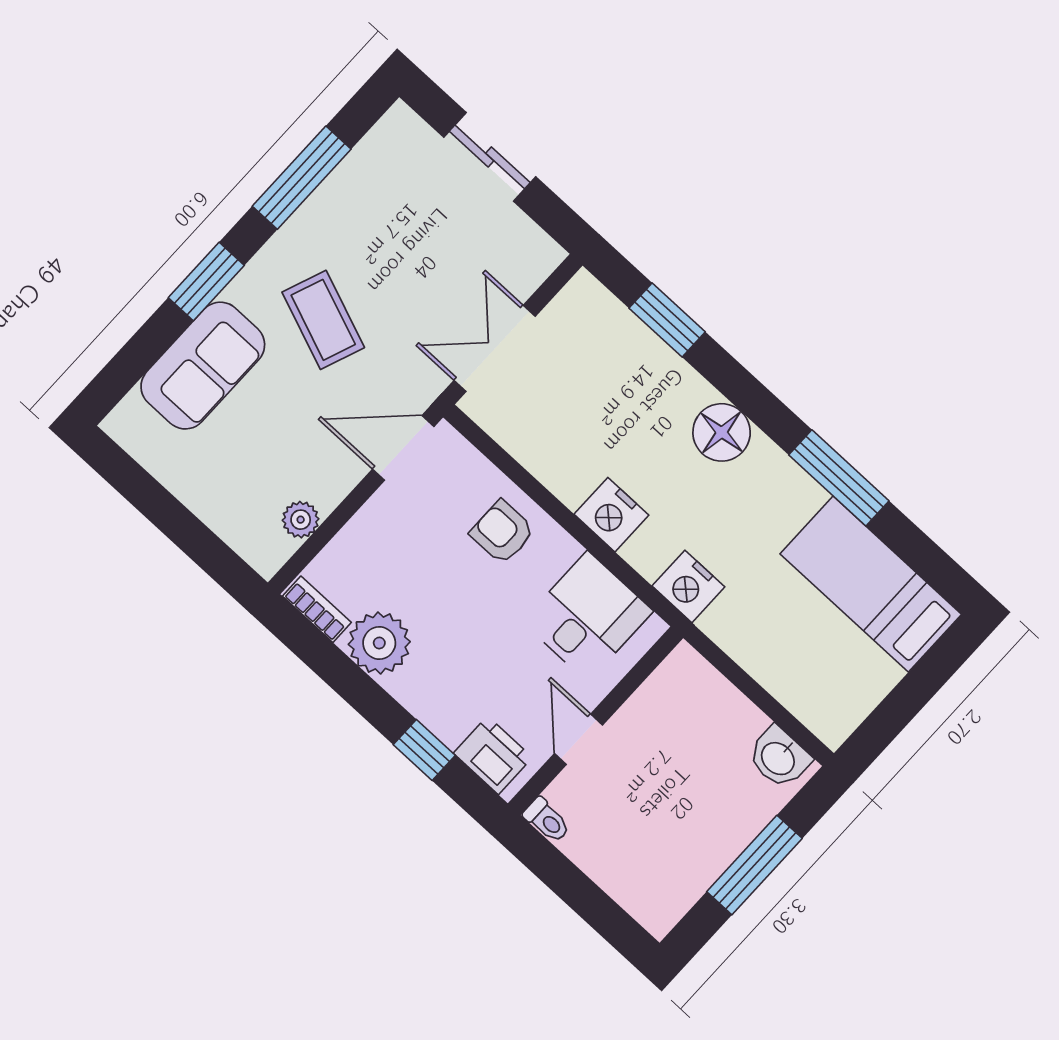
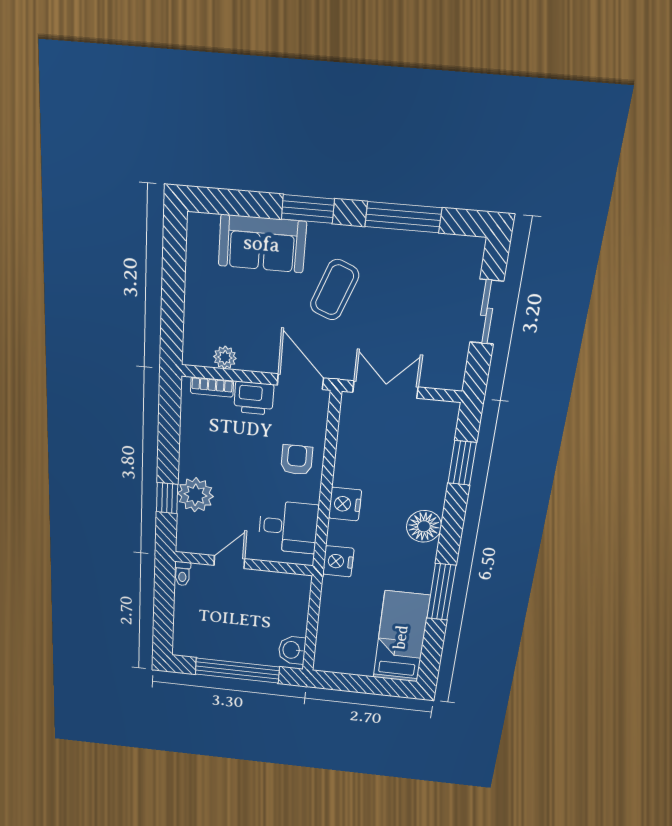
bookcase: (317, 609) -> (212, 387), moved, turned 90
plant: (379, 643) -> (195, 495), moved
printer: (493, 755) -> (254, 398), moved, turned 90
window: (754, 865) -> (237, 671), width x1.46

